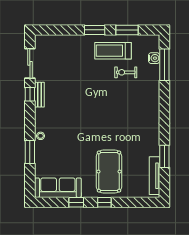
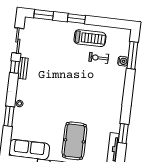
window: (127, 30) -> (44, 15), moved
treadmill: (113, 51) -> (90, 38), turned 180
water cooler: (154, 58) -> (123, 61), moved

